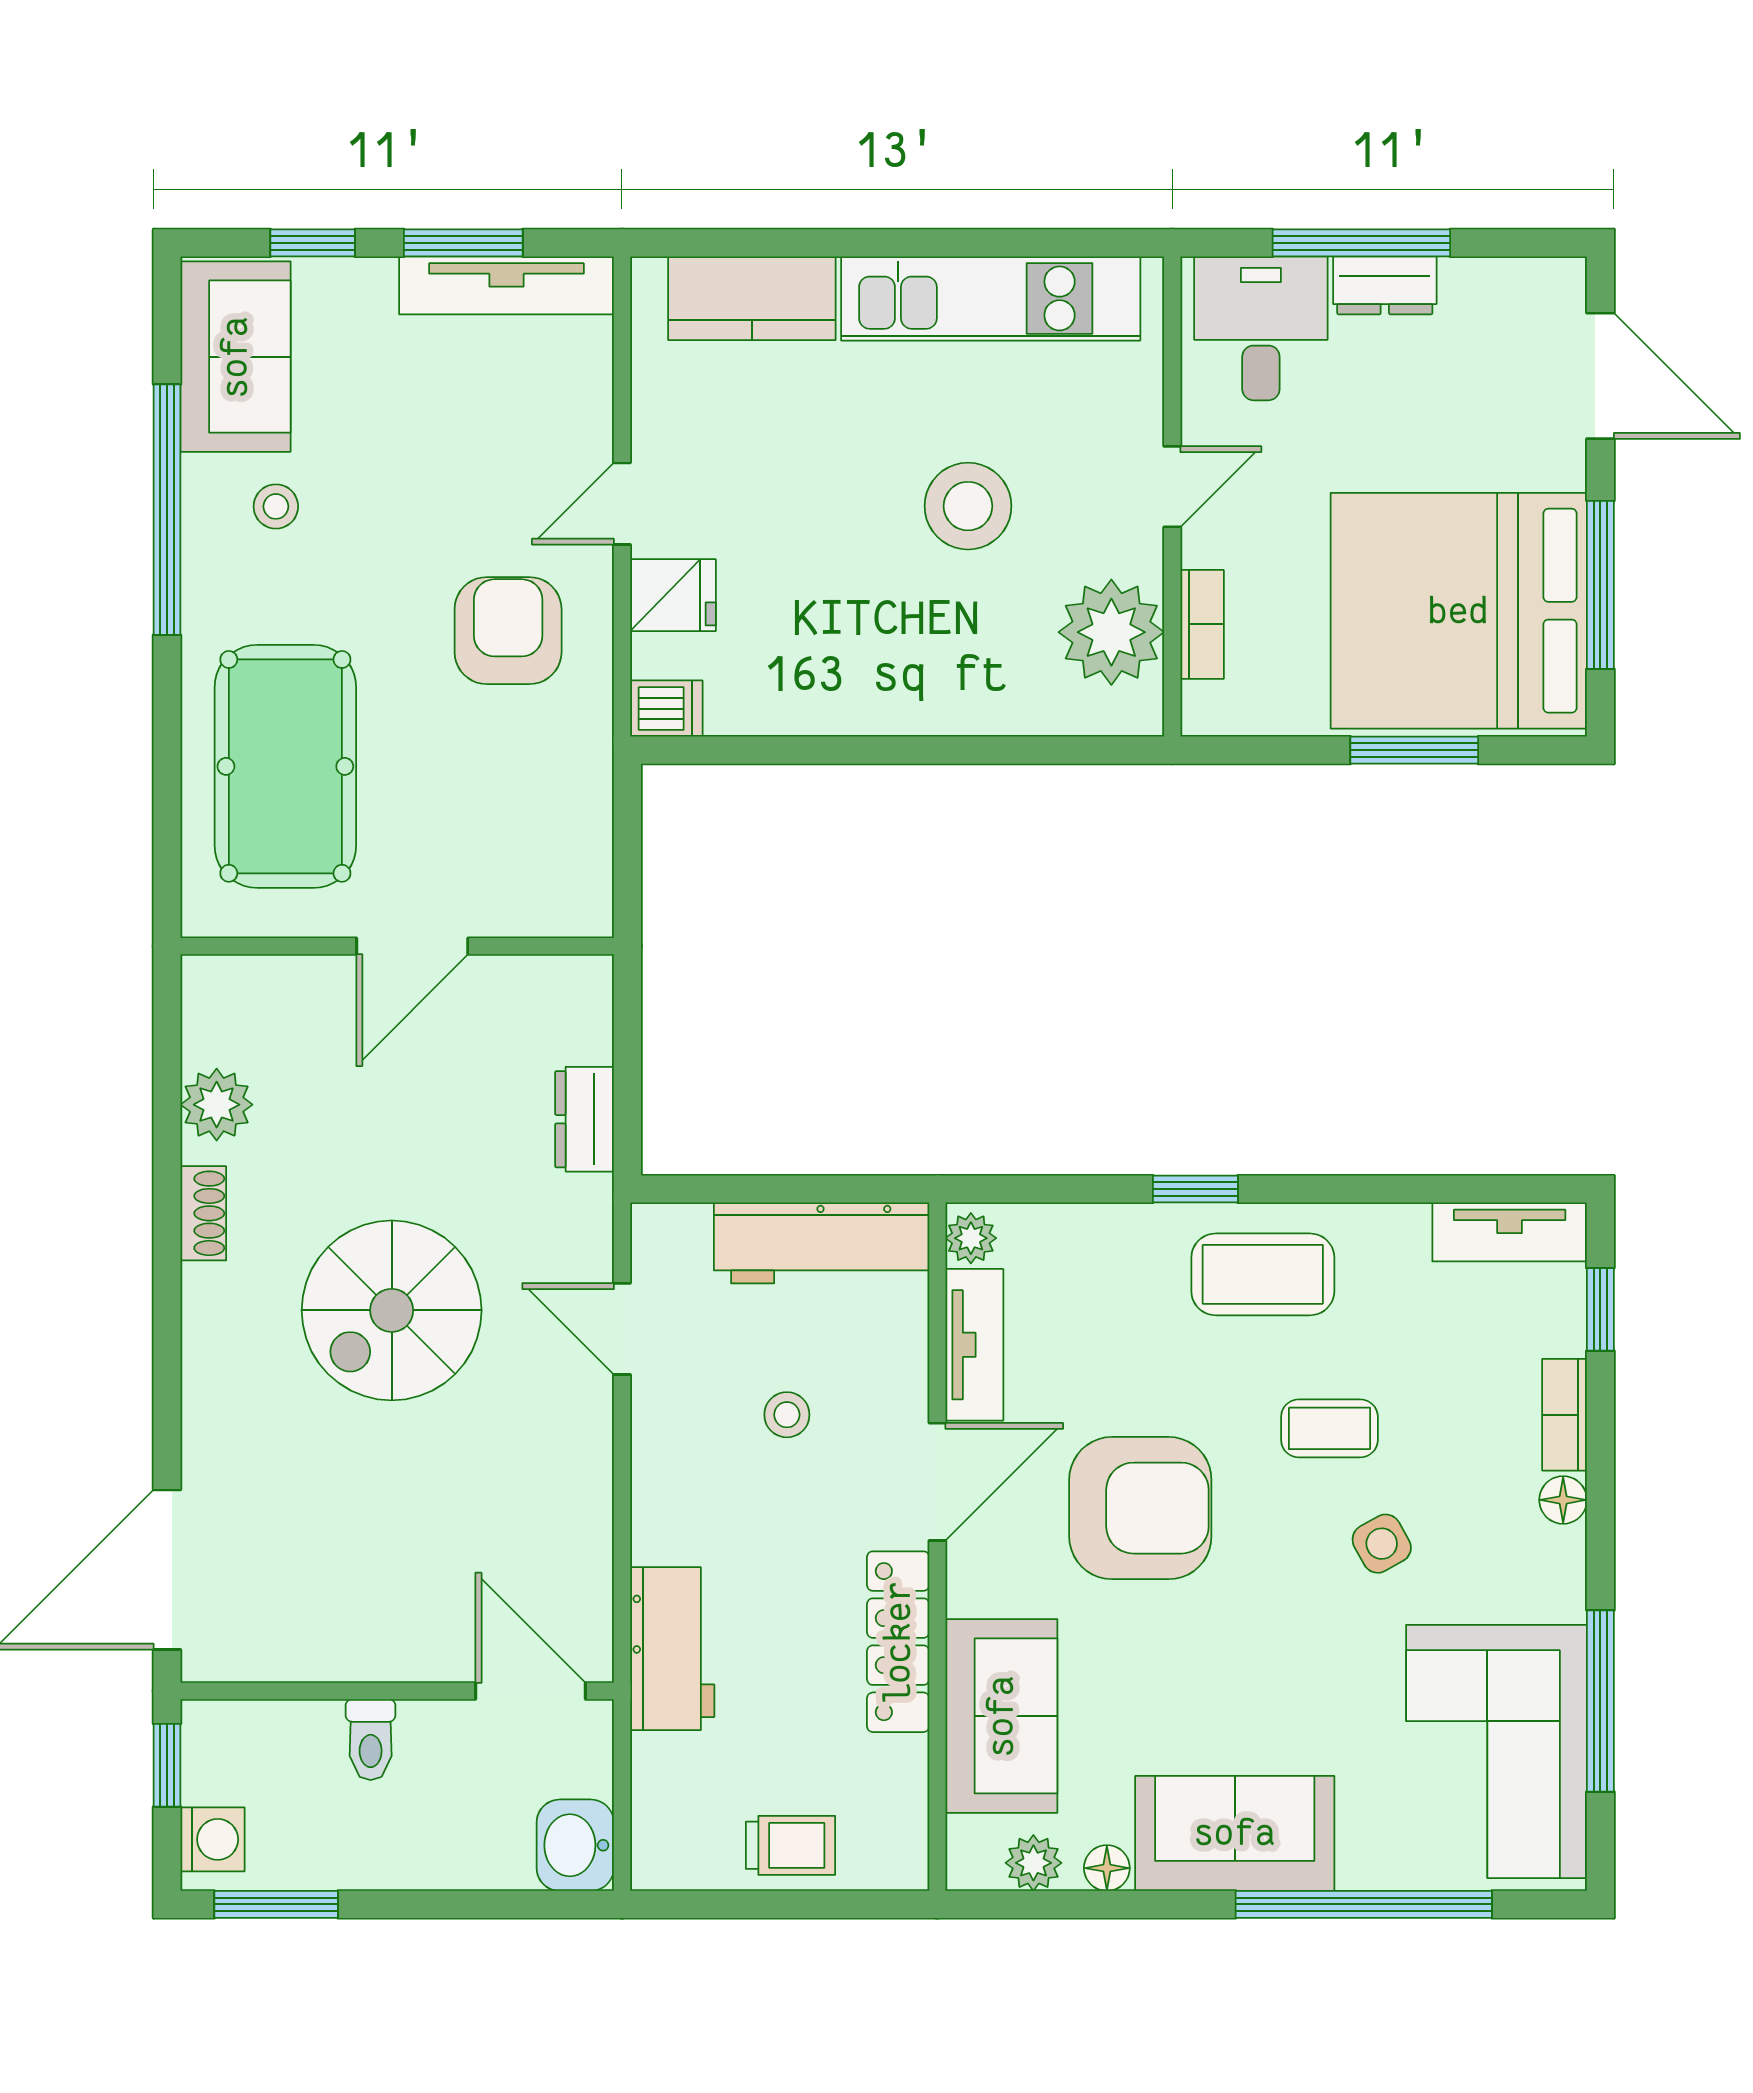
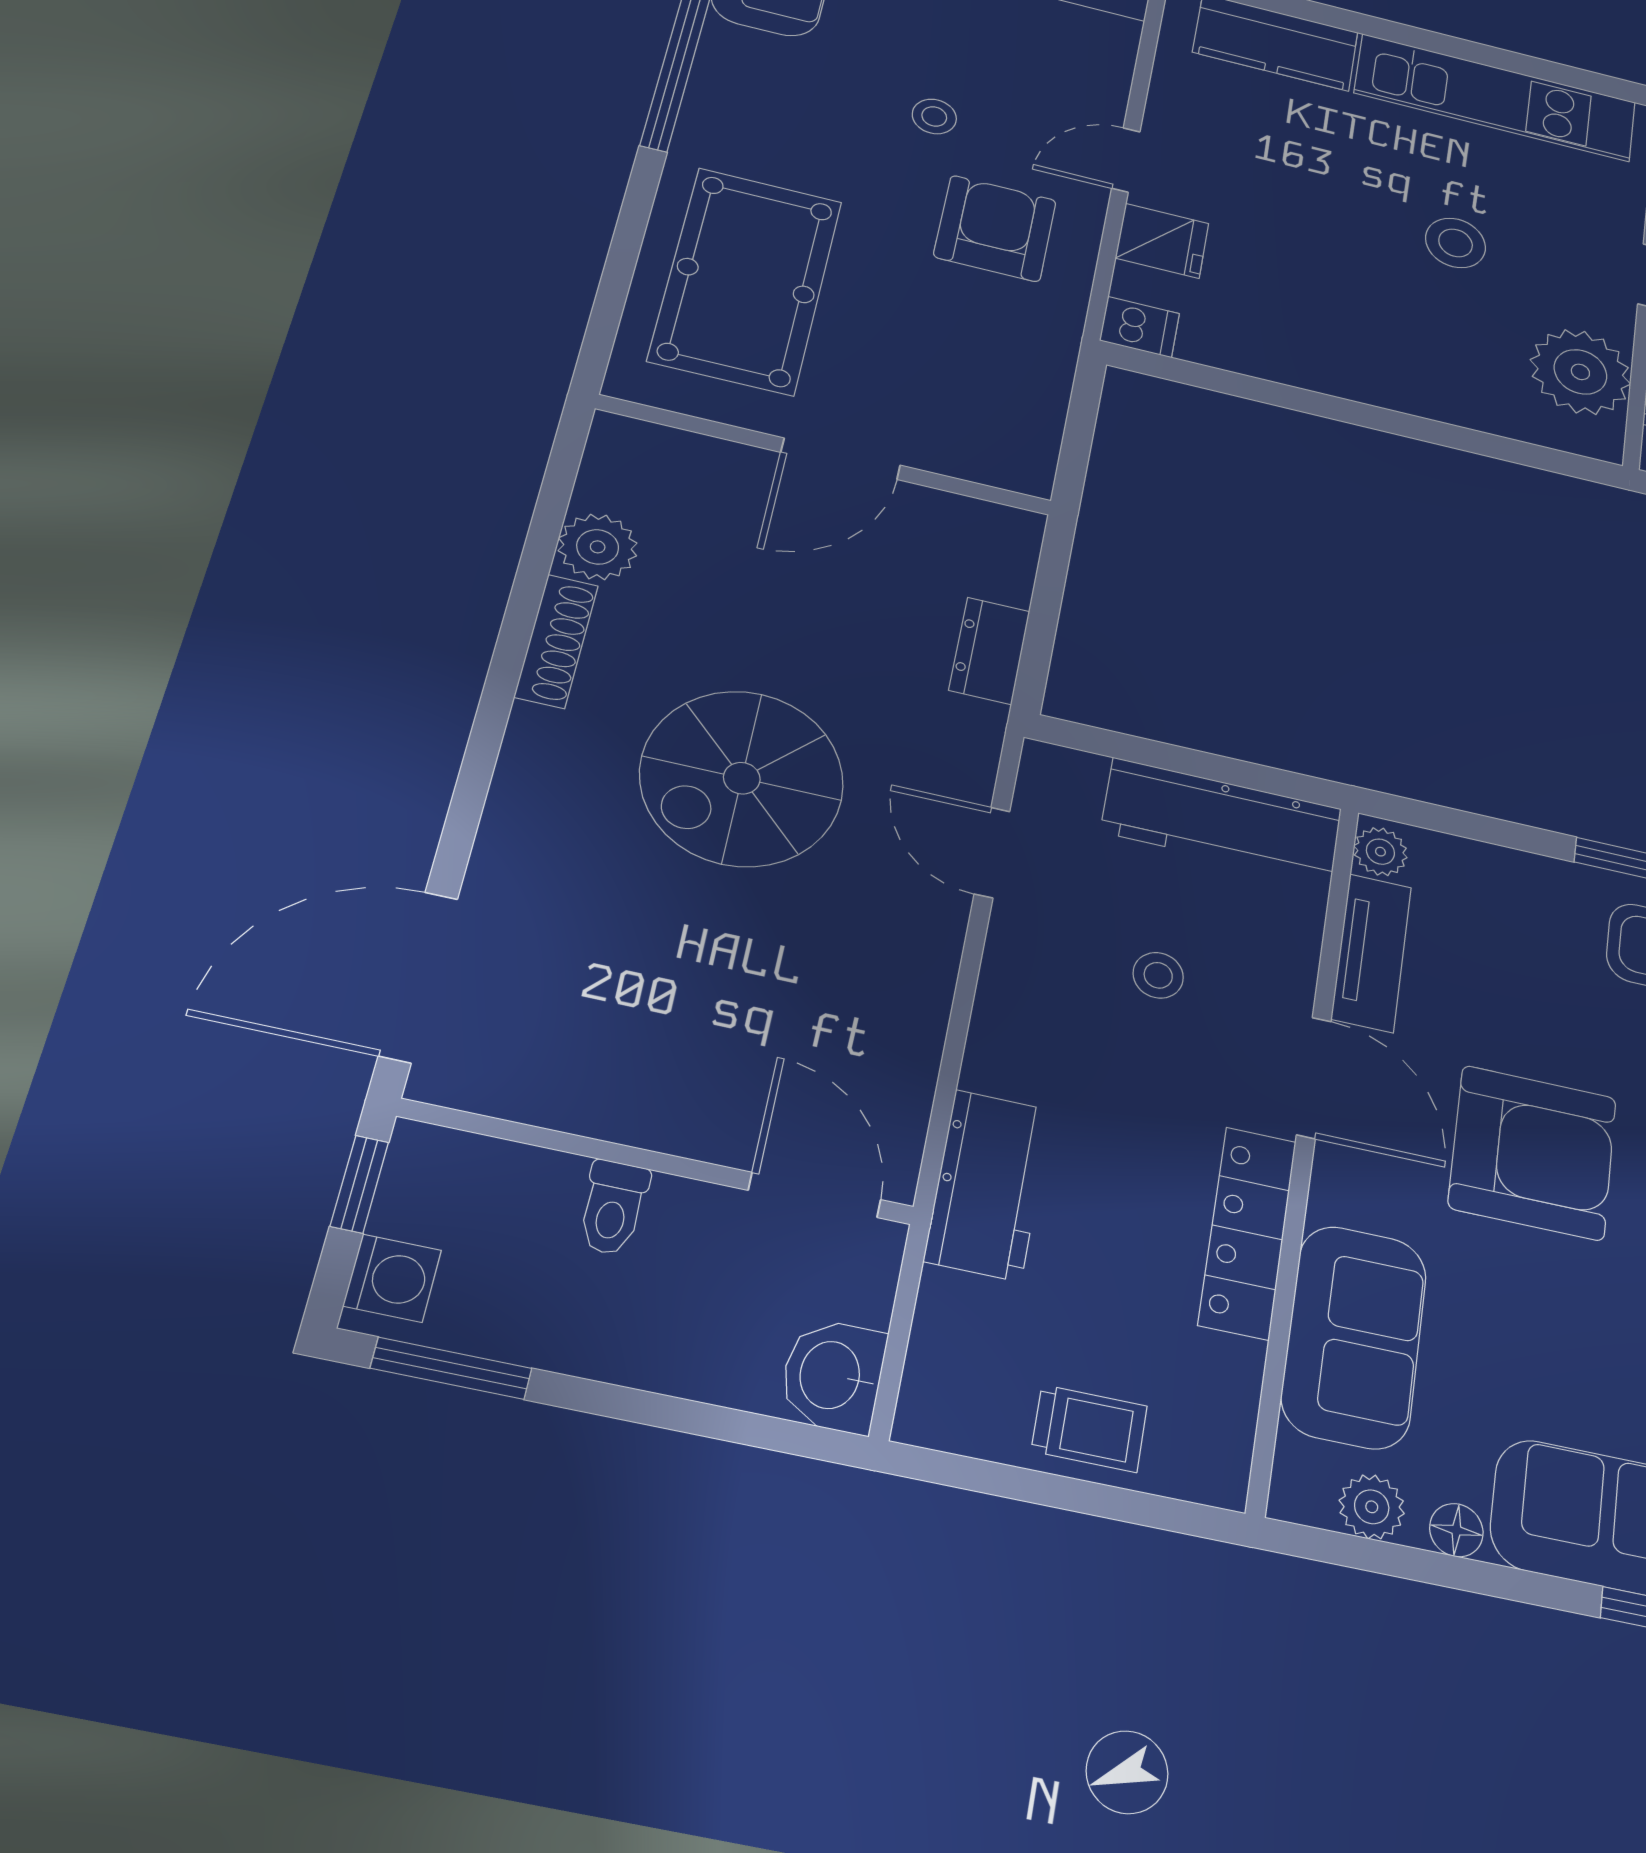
stool: (276, 506) -> (934, 117), moved
stool: (968, 506) -> (1456, 243), width x0.73, depth x0.73
shoe rack: (203, 1213) -> (556, 641), width x1.43
door: (937, 1482) -> (1314, 1078), hinge flipped

